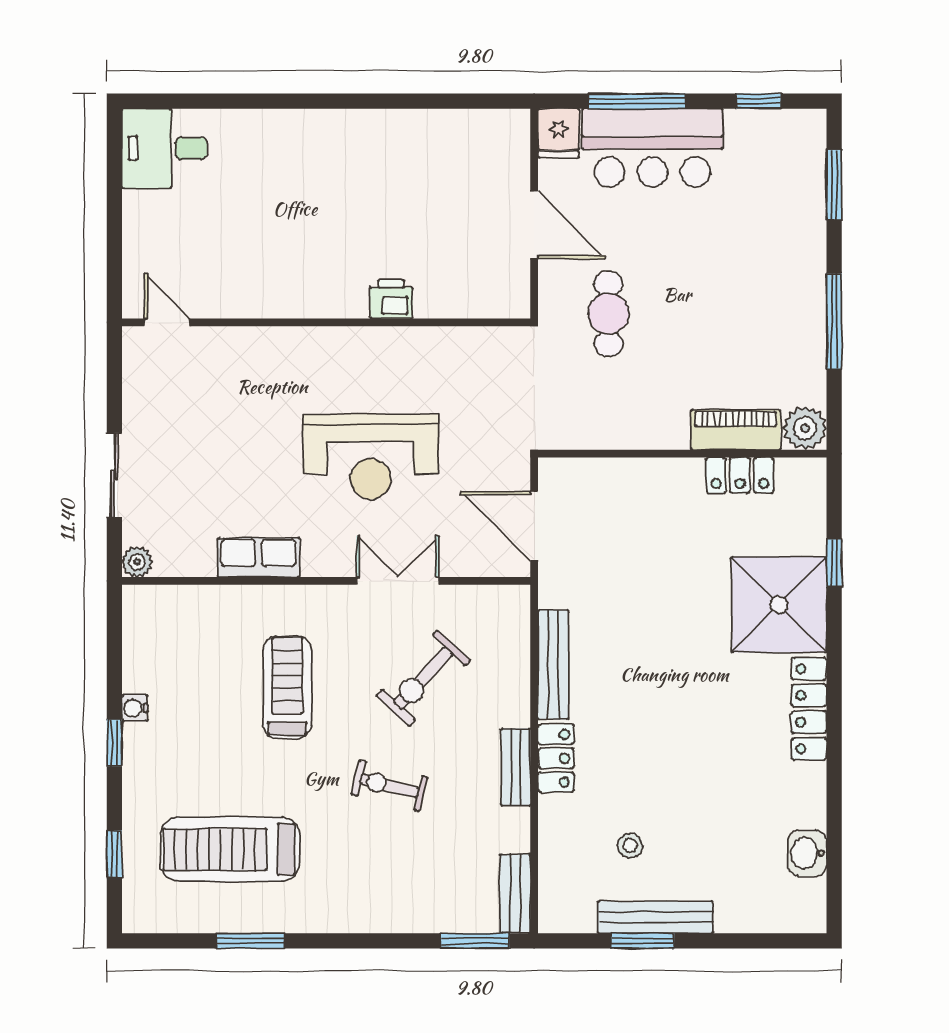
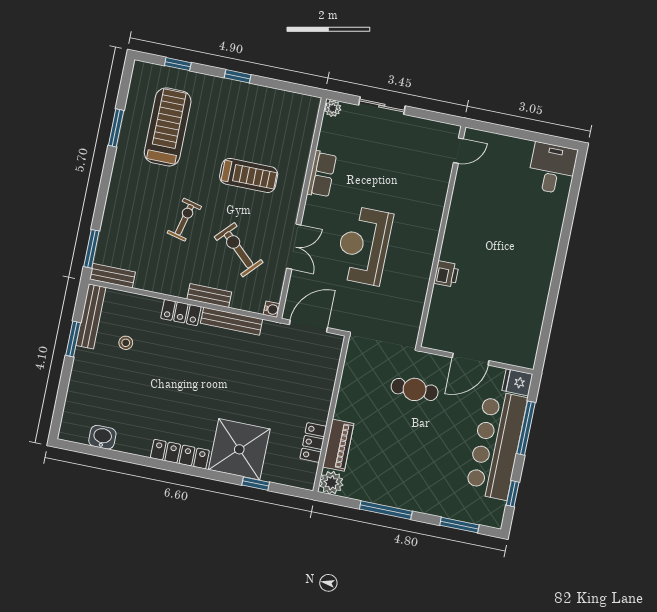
bar counter: (652, 148) -> (496, 445), width x1.36
water cooler: (135, 708) -> (272, 309), moved, turned 90
bench: (516, 767) -> (209, 296), moved
bench: (655, 917) -> (91, 316), moved

